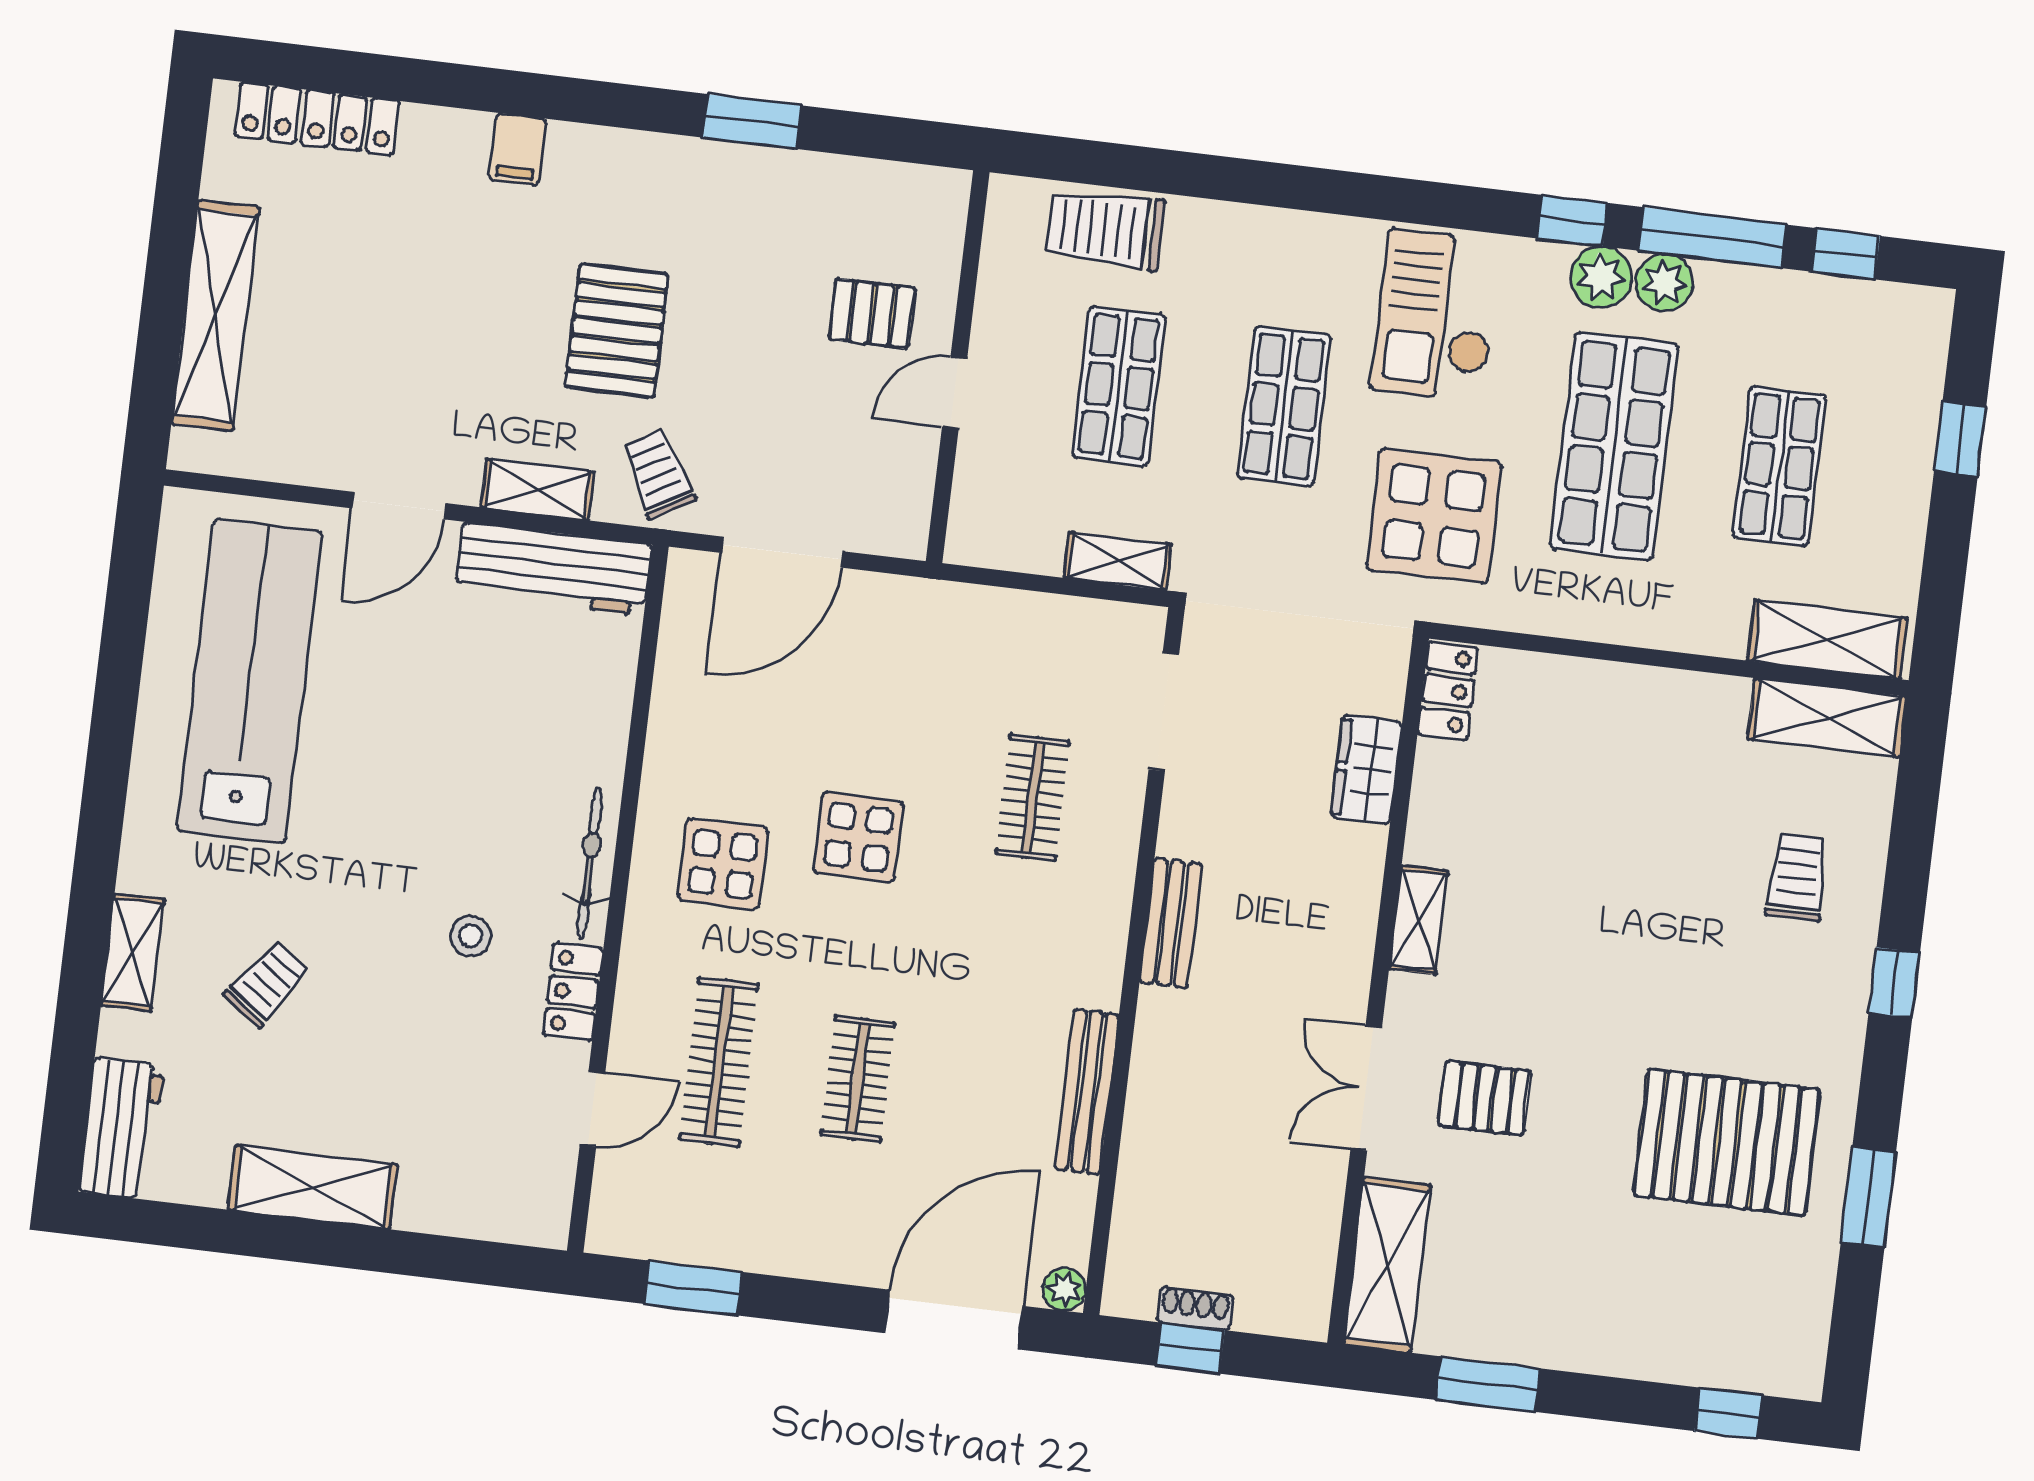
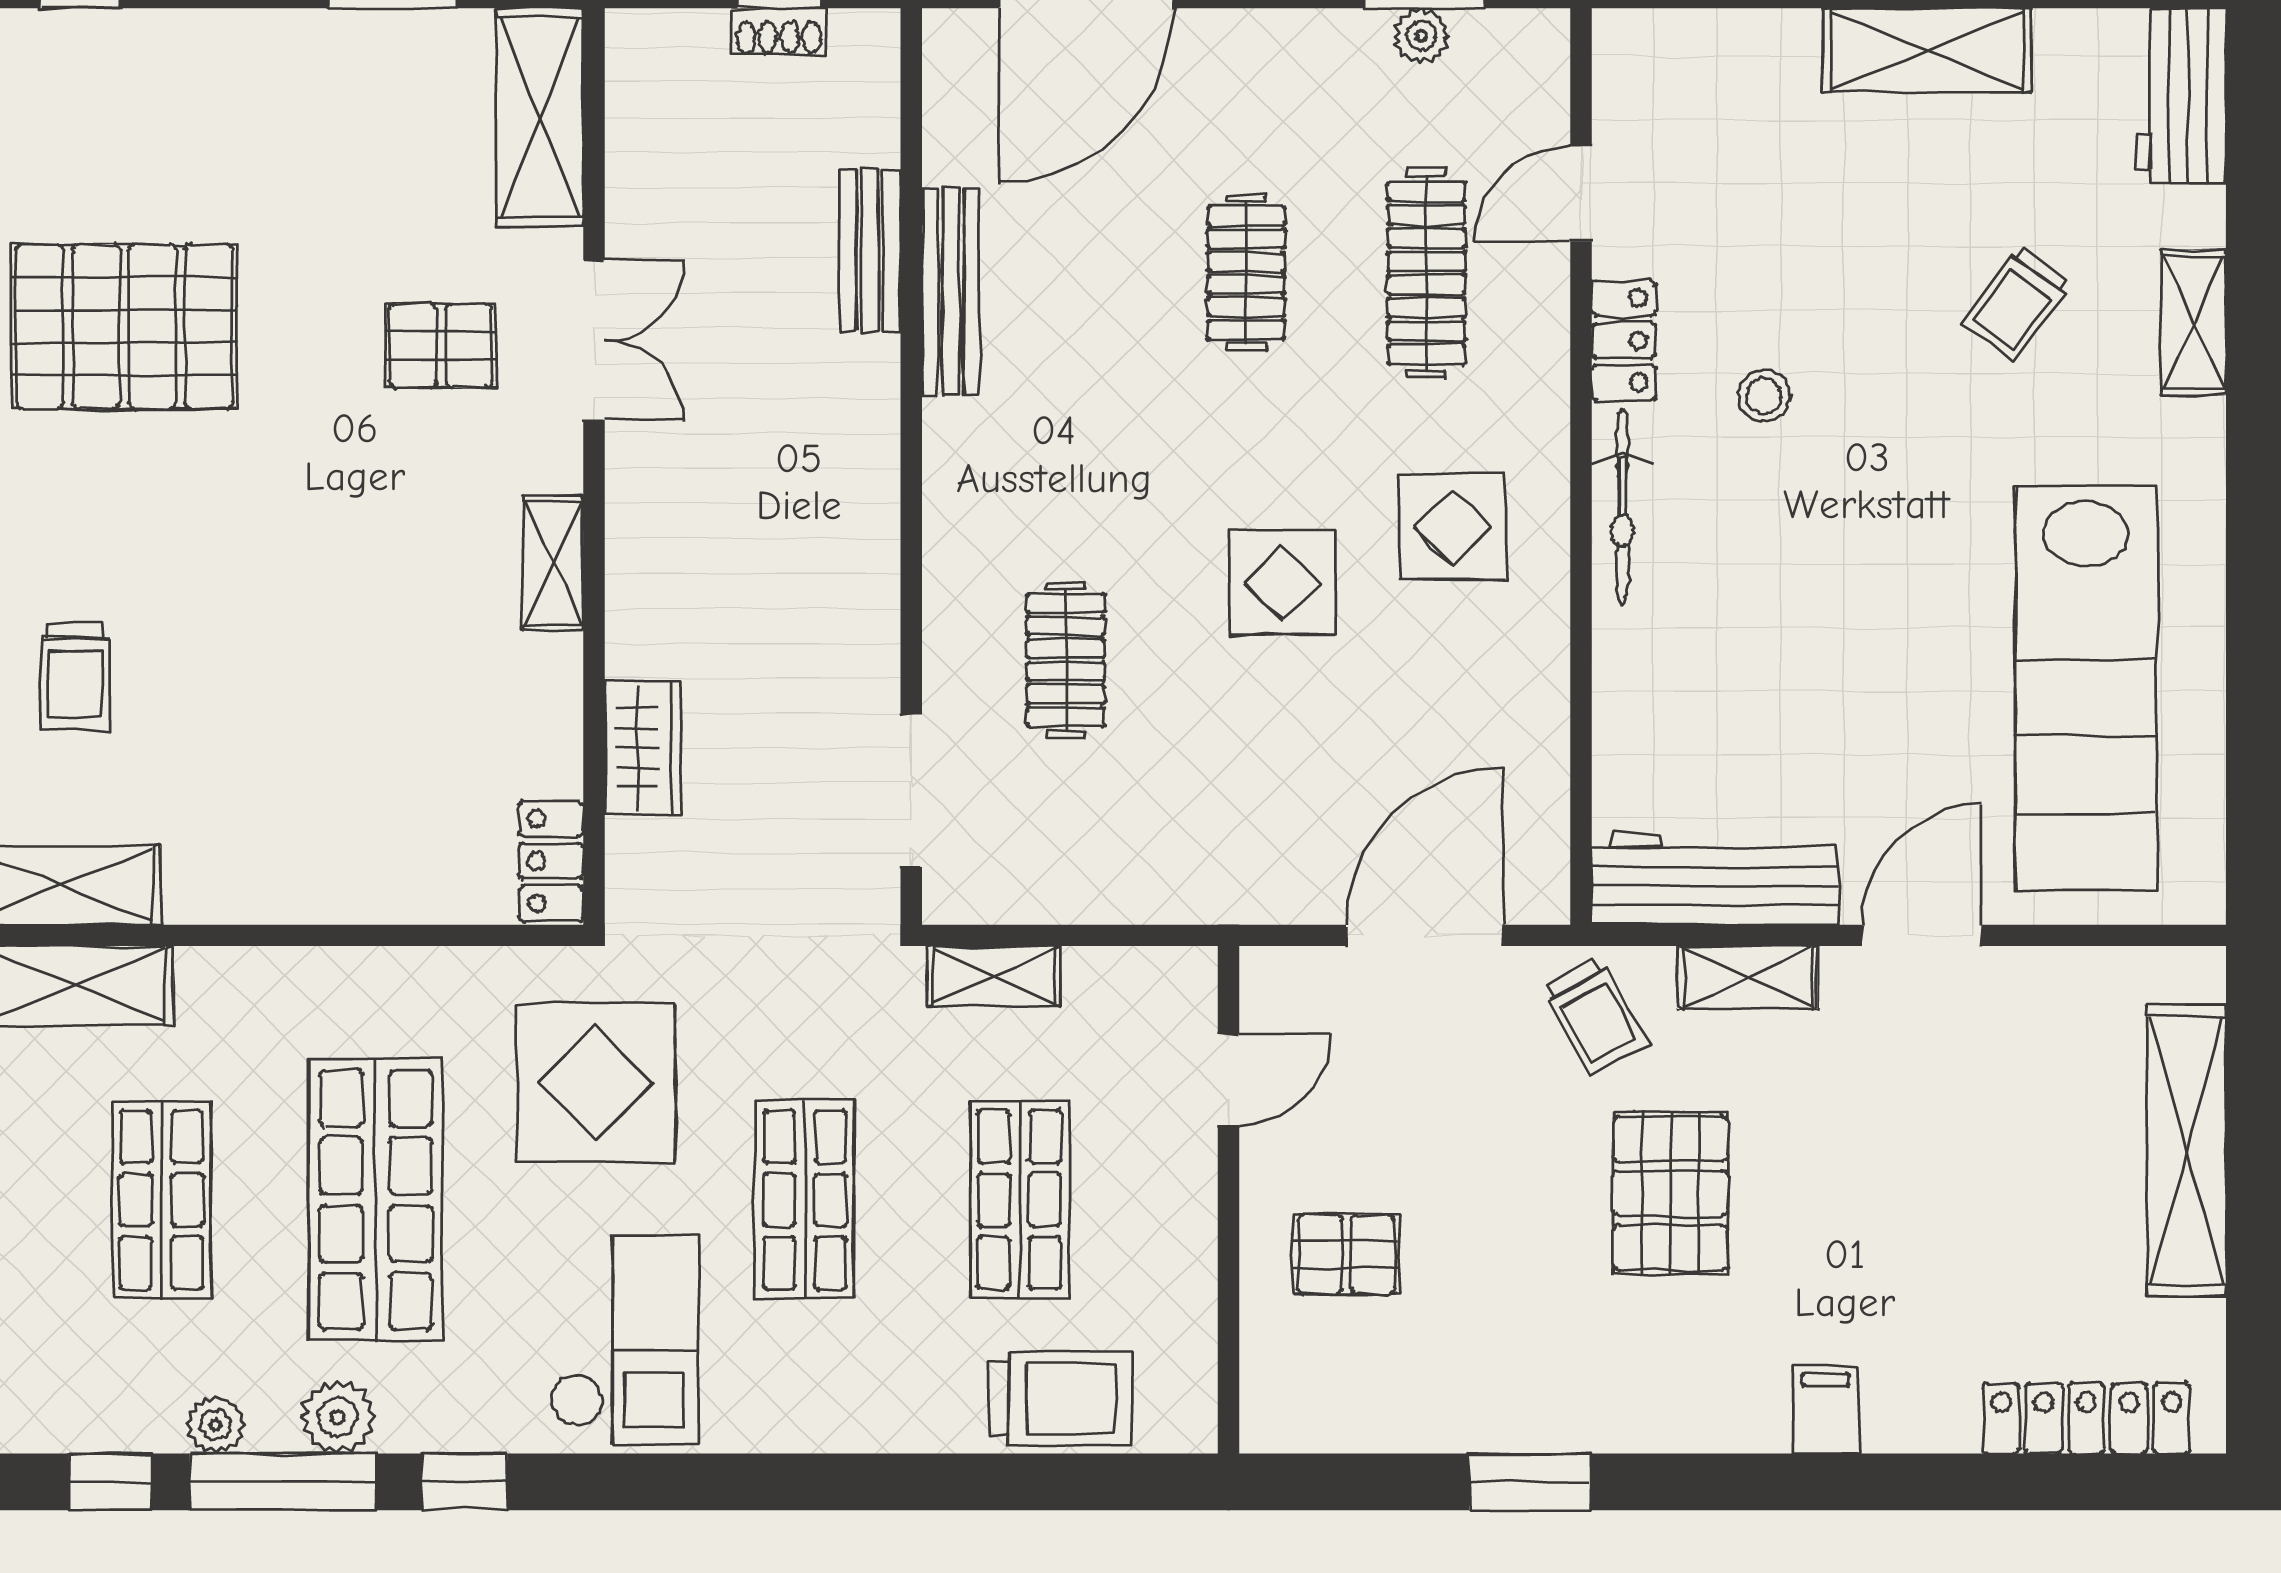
plant: (1601, 277) -> (216, 1425), moved, width x0.73, depth x0.73
door: (955, 392) -> (1229, 1079), moved
bench: (1171, 923) -> (870, 251), moved
plant: (1064, 1289) -> (1421, 36), moved

